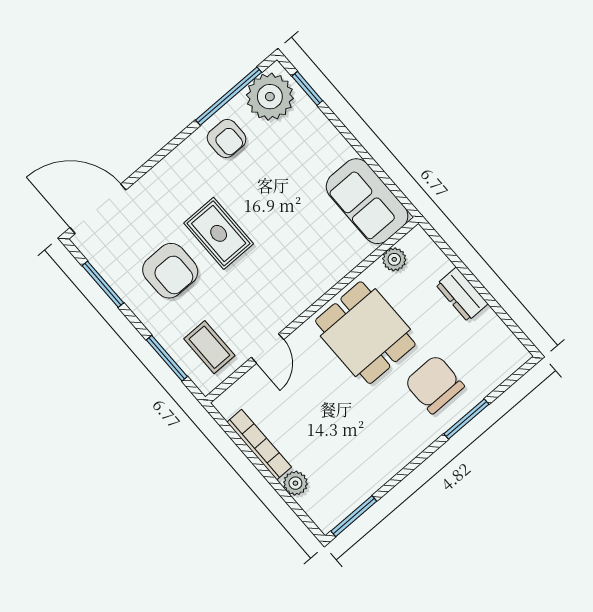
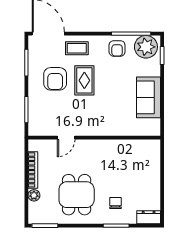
sofa: (367, 201) -> (148, 97), moved
plant: (394, 259) -> (140, 145), removed
dresser: (462, 294) -> (149, 217), moved, turned 90
dining table: (365, 333) -> (77, 195), moved
coffee table: (209, 347) -> (77, 48), moved, turned 90
chair: (434, 384) -> (116, 203), width x0.54, depth x0.54

